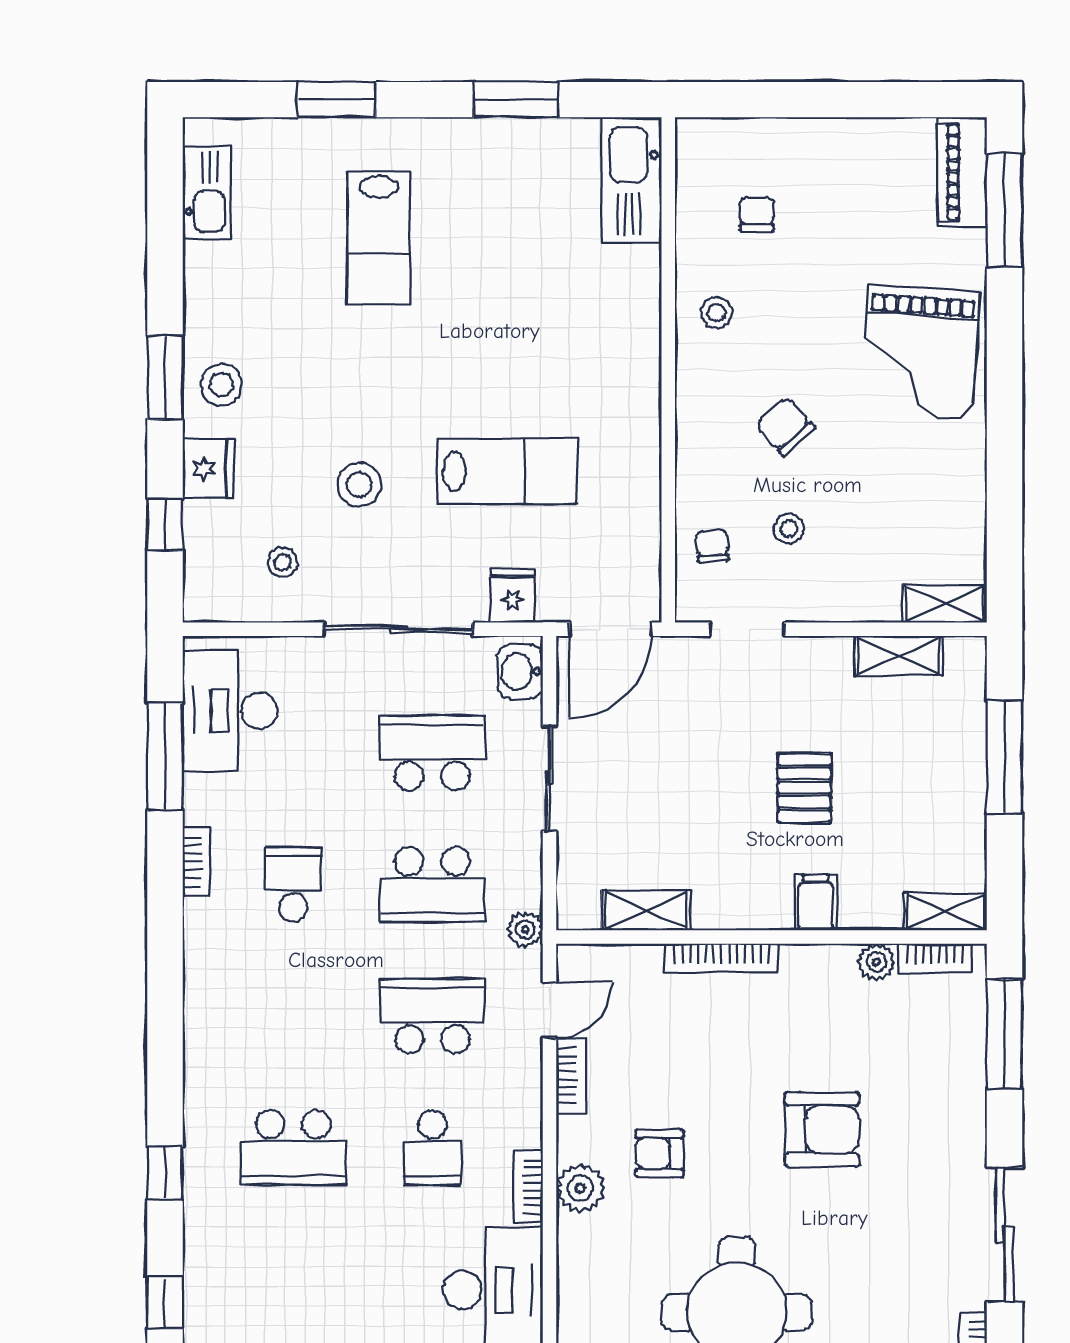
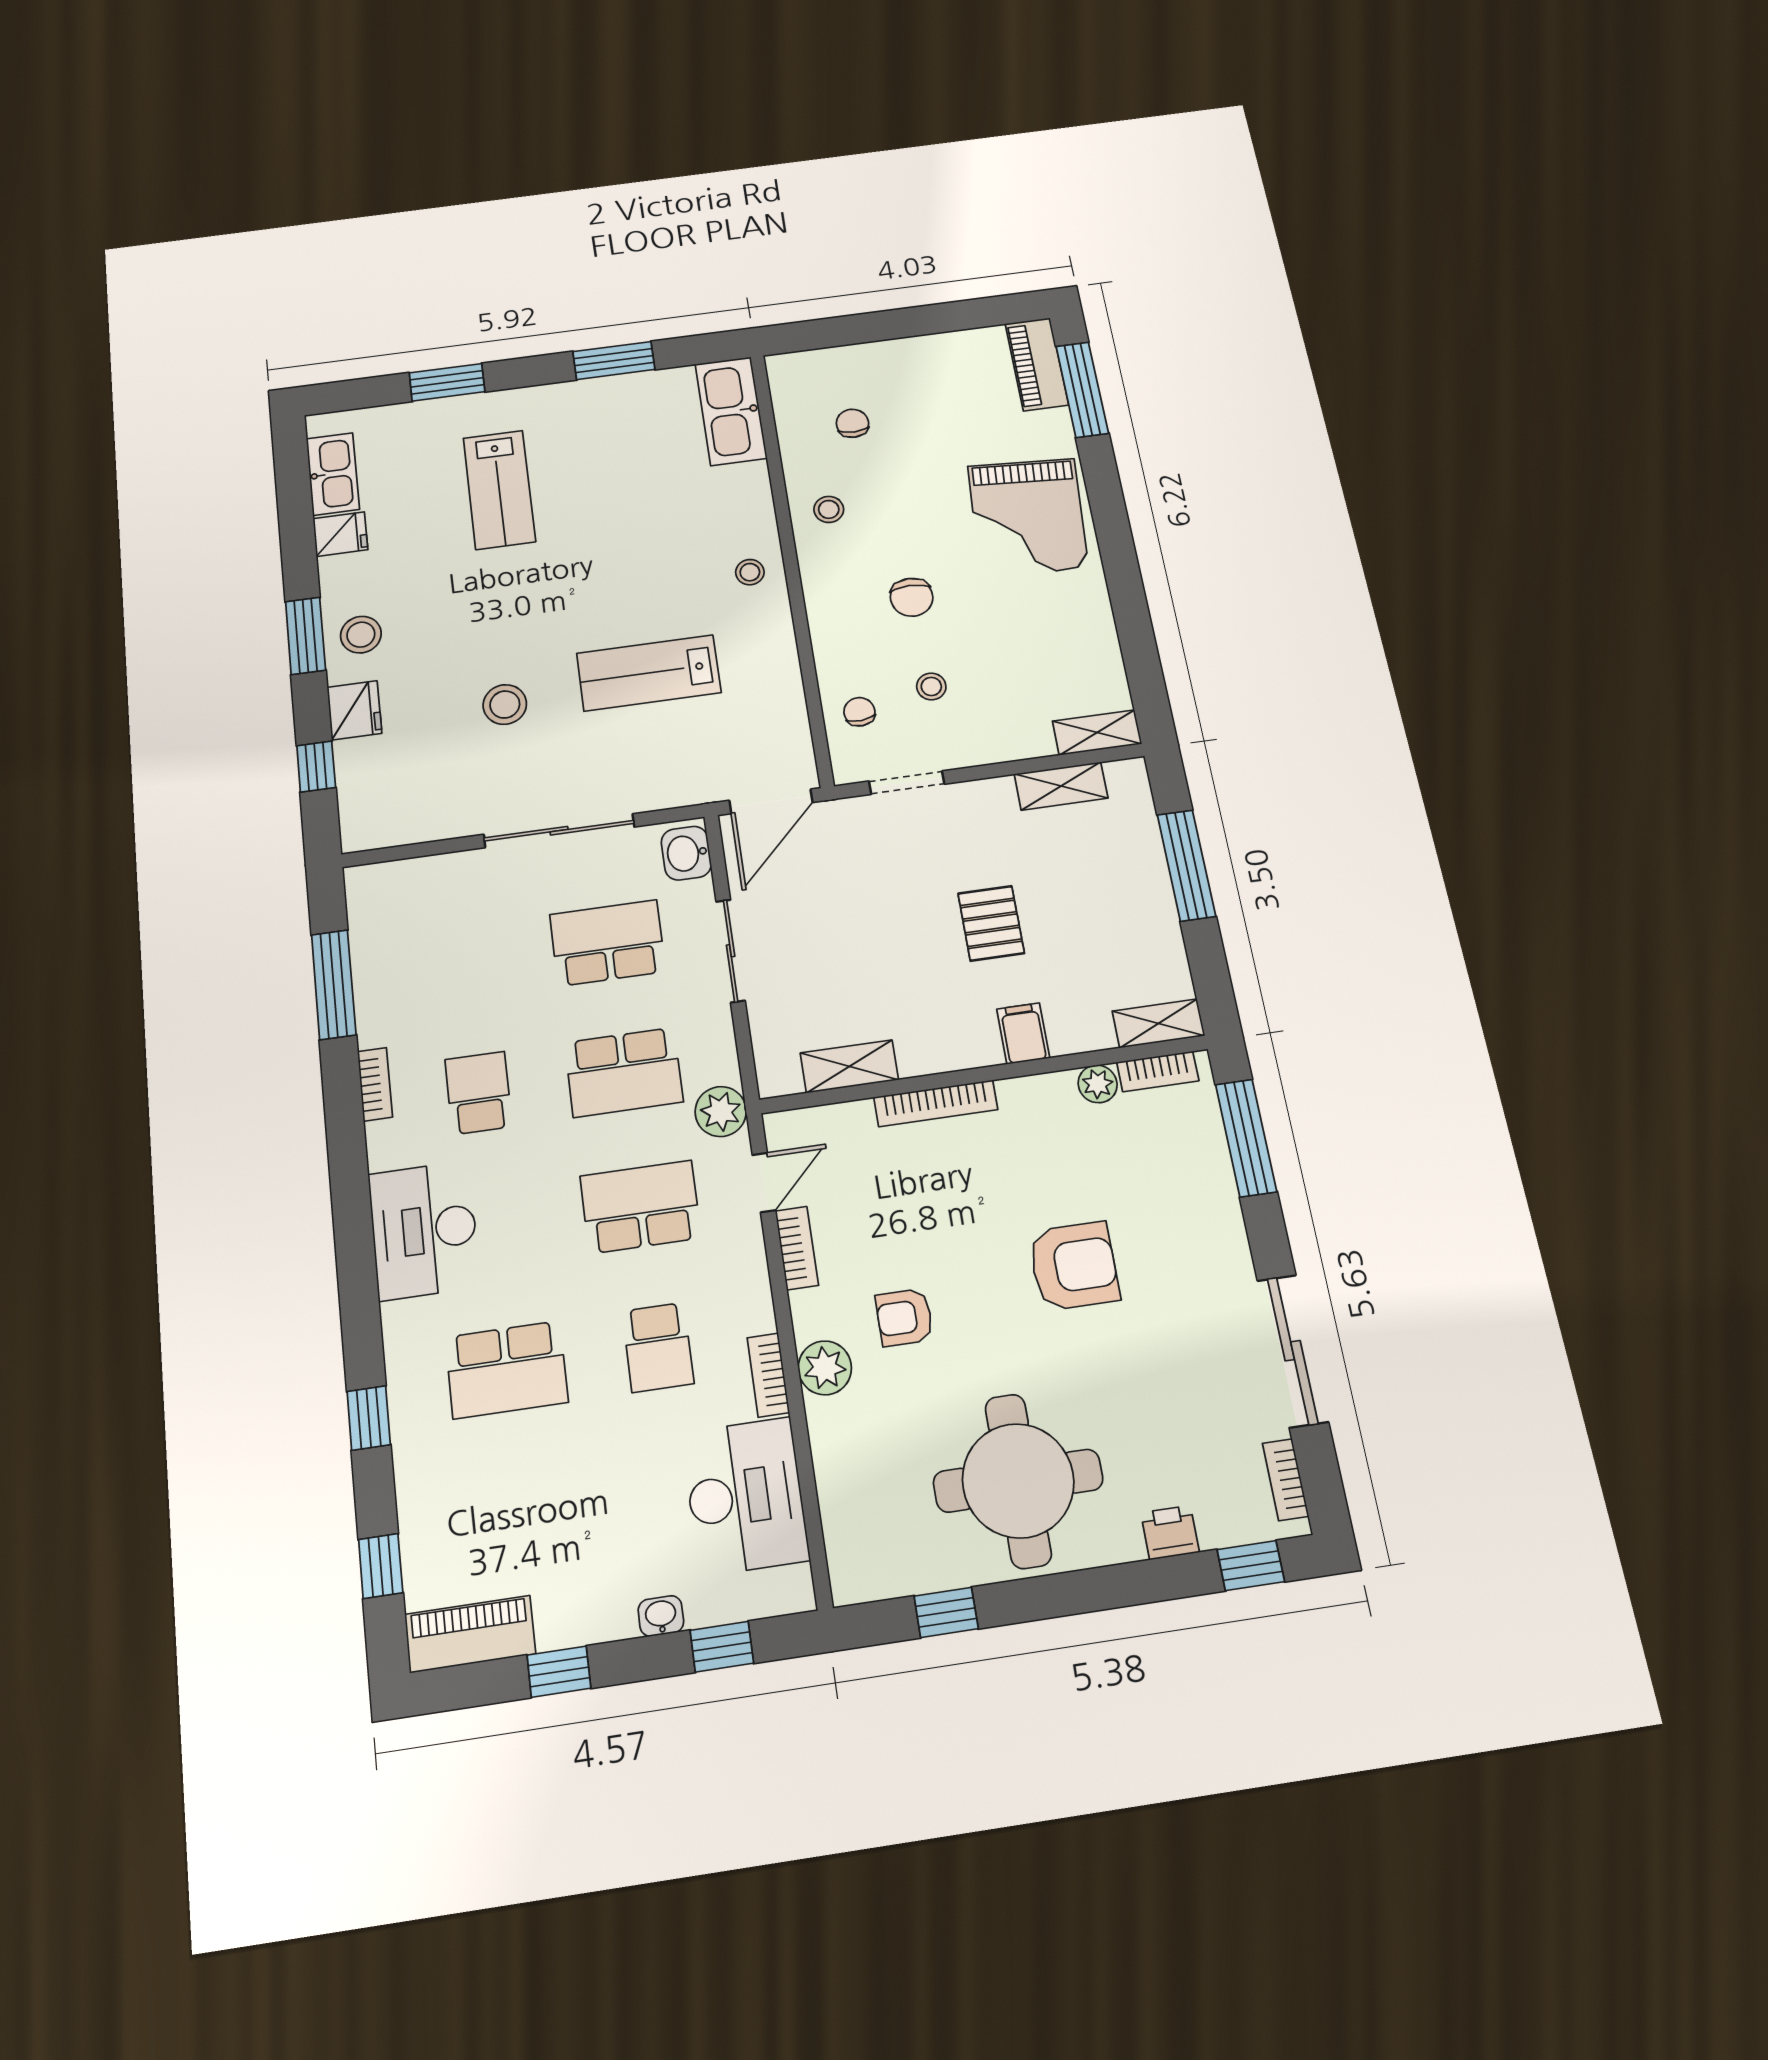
chair: (785, 426) -> (912, 597), turned -138
lab bench: (507, 471) -> (649, 673), turned 180
stool: (283, 562) -> (750, 572), moved
fridge: (513, 596) -> (340, 534), moved, turned 90
desk: (230, 711) -> (424, 1230), moved
plant: (525, 930) -> (721, 1112), width x1.38, depth x1.38

